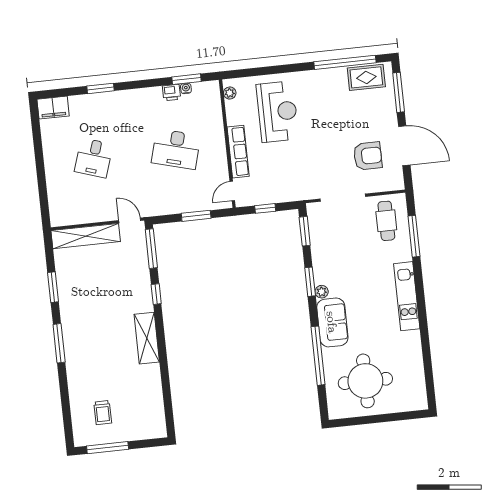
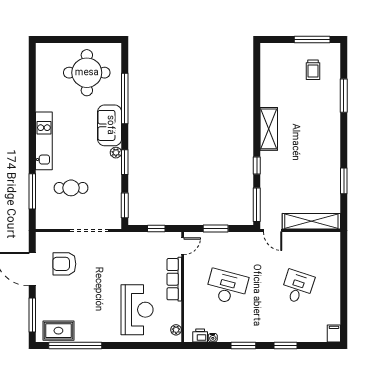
window: (187, 79) -> (243, 345), moved
printer: (171, 93) -> (200, 336), moved
filing cabinet: (53, 108) -> (334, 333), width x0.50
reception desk: (277, 112) -> (137, 310), turned 180
cafe table: (386, 221) -> (71, 188), moved, turned 90
window: (59, 343) -> (344, 96), moved
trolley: (103, 413) -> (313, 70), turned 180

